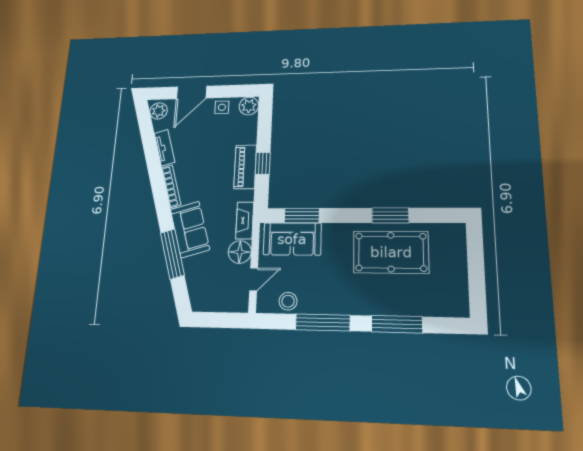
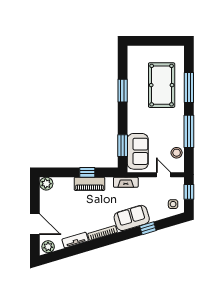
side table: (222, 107) -> (173, 204), moved
floor lamp: (240, 252) -> (146, 184), removed
pool table: (391, 252) -> (162, 85), moved
window: (172, 254) -> (148, 228), width x0.46
window: (224, 320) -> (189, 192), added

